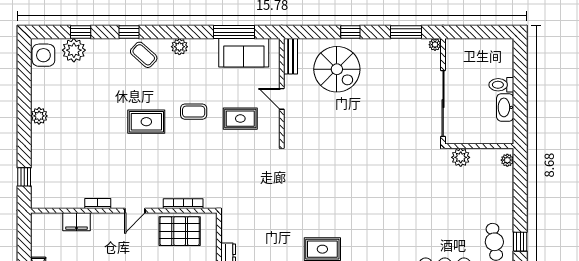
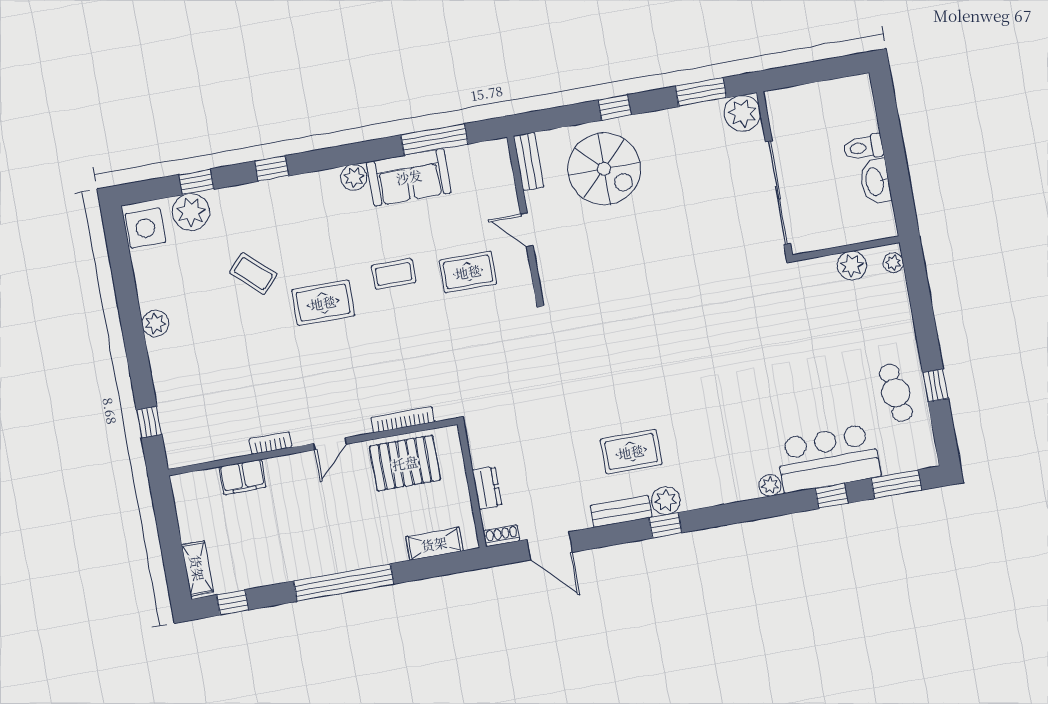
plant: (435, 45) -> (742, 113), width x1.88, depth x1.88
sofa: (244, 53) -> (409, 177), moved
coffee table: (144, 55) -> (253, 273), moved
plant: (461, 157) -> (852, 266), moved

